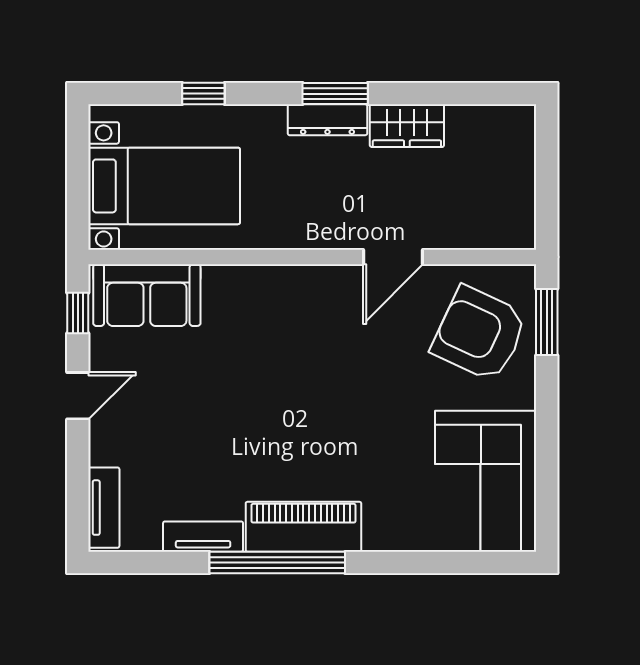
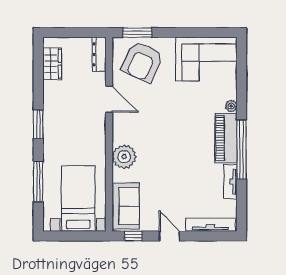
window: (203, 94) -> (38, 181), width x2.17
dresser: (327, 120) -> (99, 54), moved, turned 180
wardrobe: (407, 126) -> (52, 64), moved
plant: (260, 292) -> (124, 157), added
tv unit: (104, 508) -> (211, 225), width x1.41
plant: (377, 539) -> (231, 106), added

